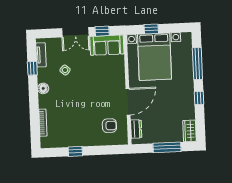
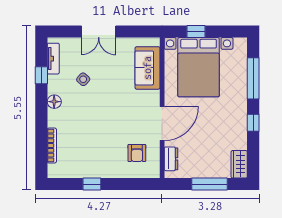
window: (102, 31) -> (133, 32), removed
sofa: (107, 45) -> (148, 68), moved, turned 90
armchair: (109, 126) -> (137, 153), turned 90

